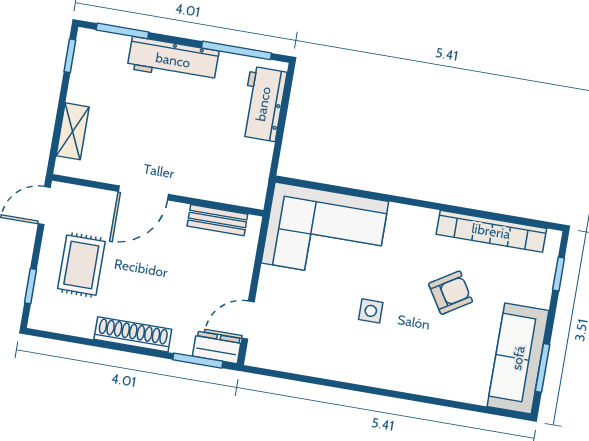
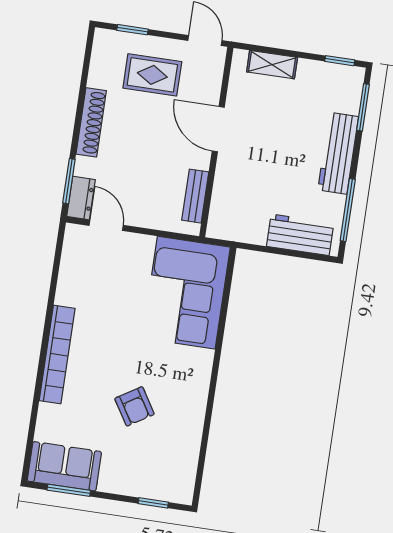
bookcase: (491, 231) -> (57, 354), moved, turned 180
side table: (371, 311) -> (117, 335), removed
sofa: (518, 358) -> (64, 466), width x0.73

